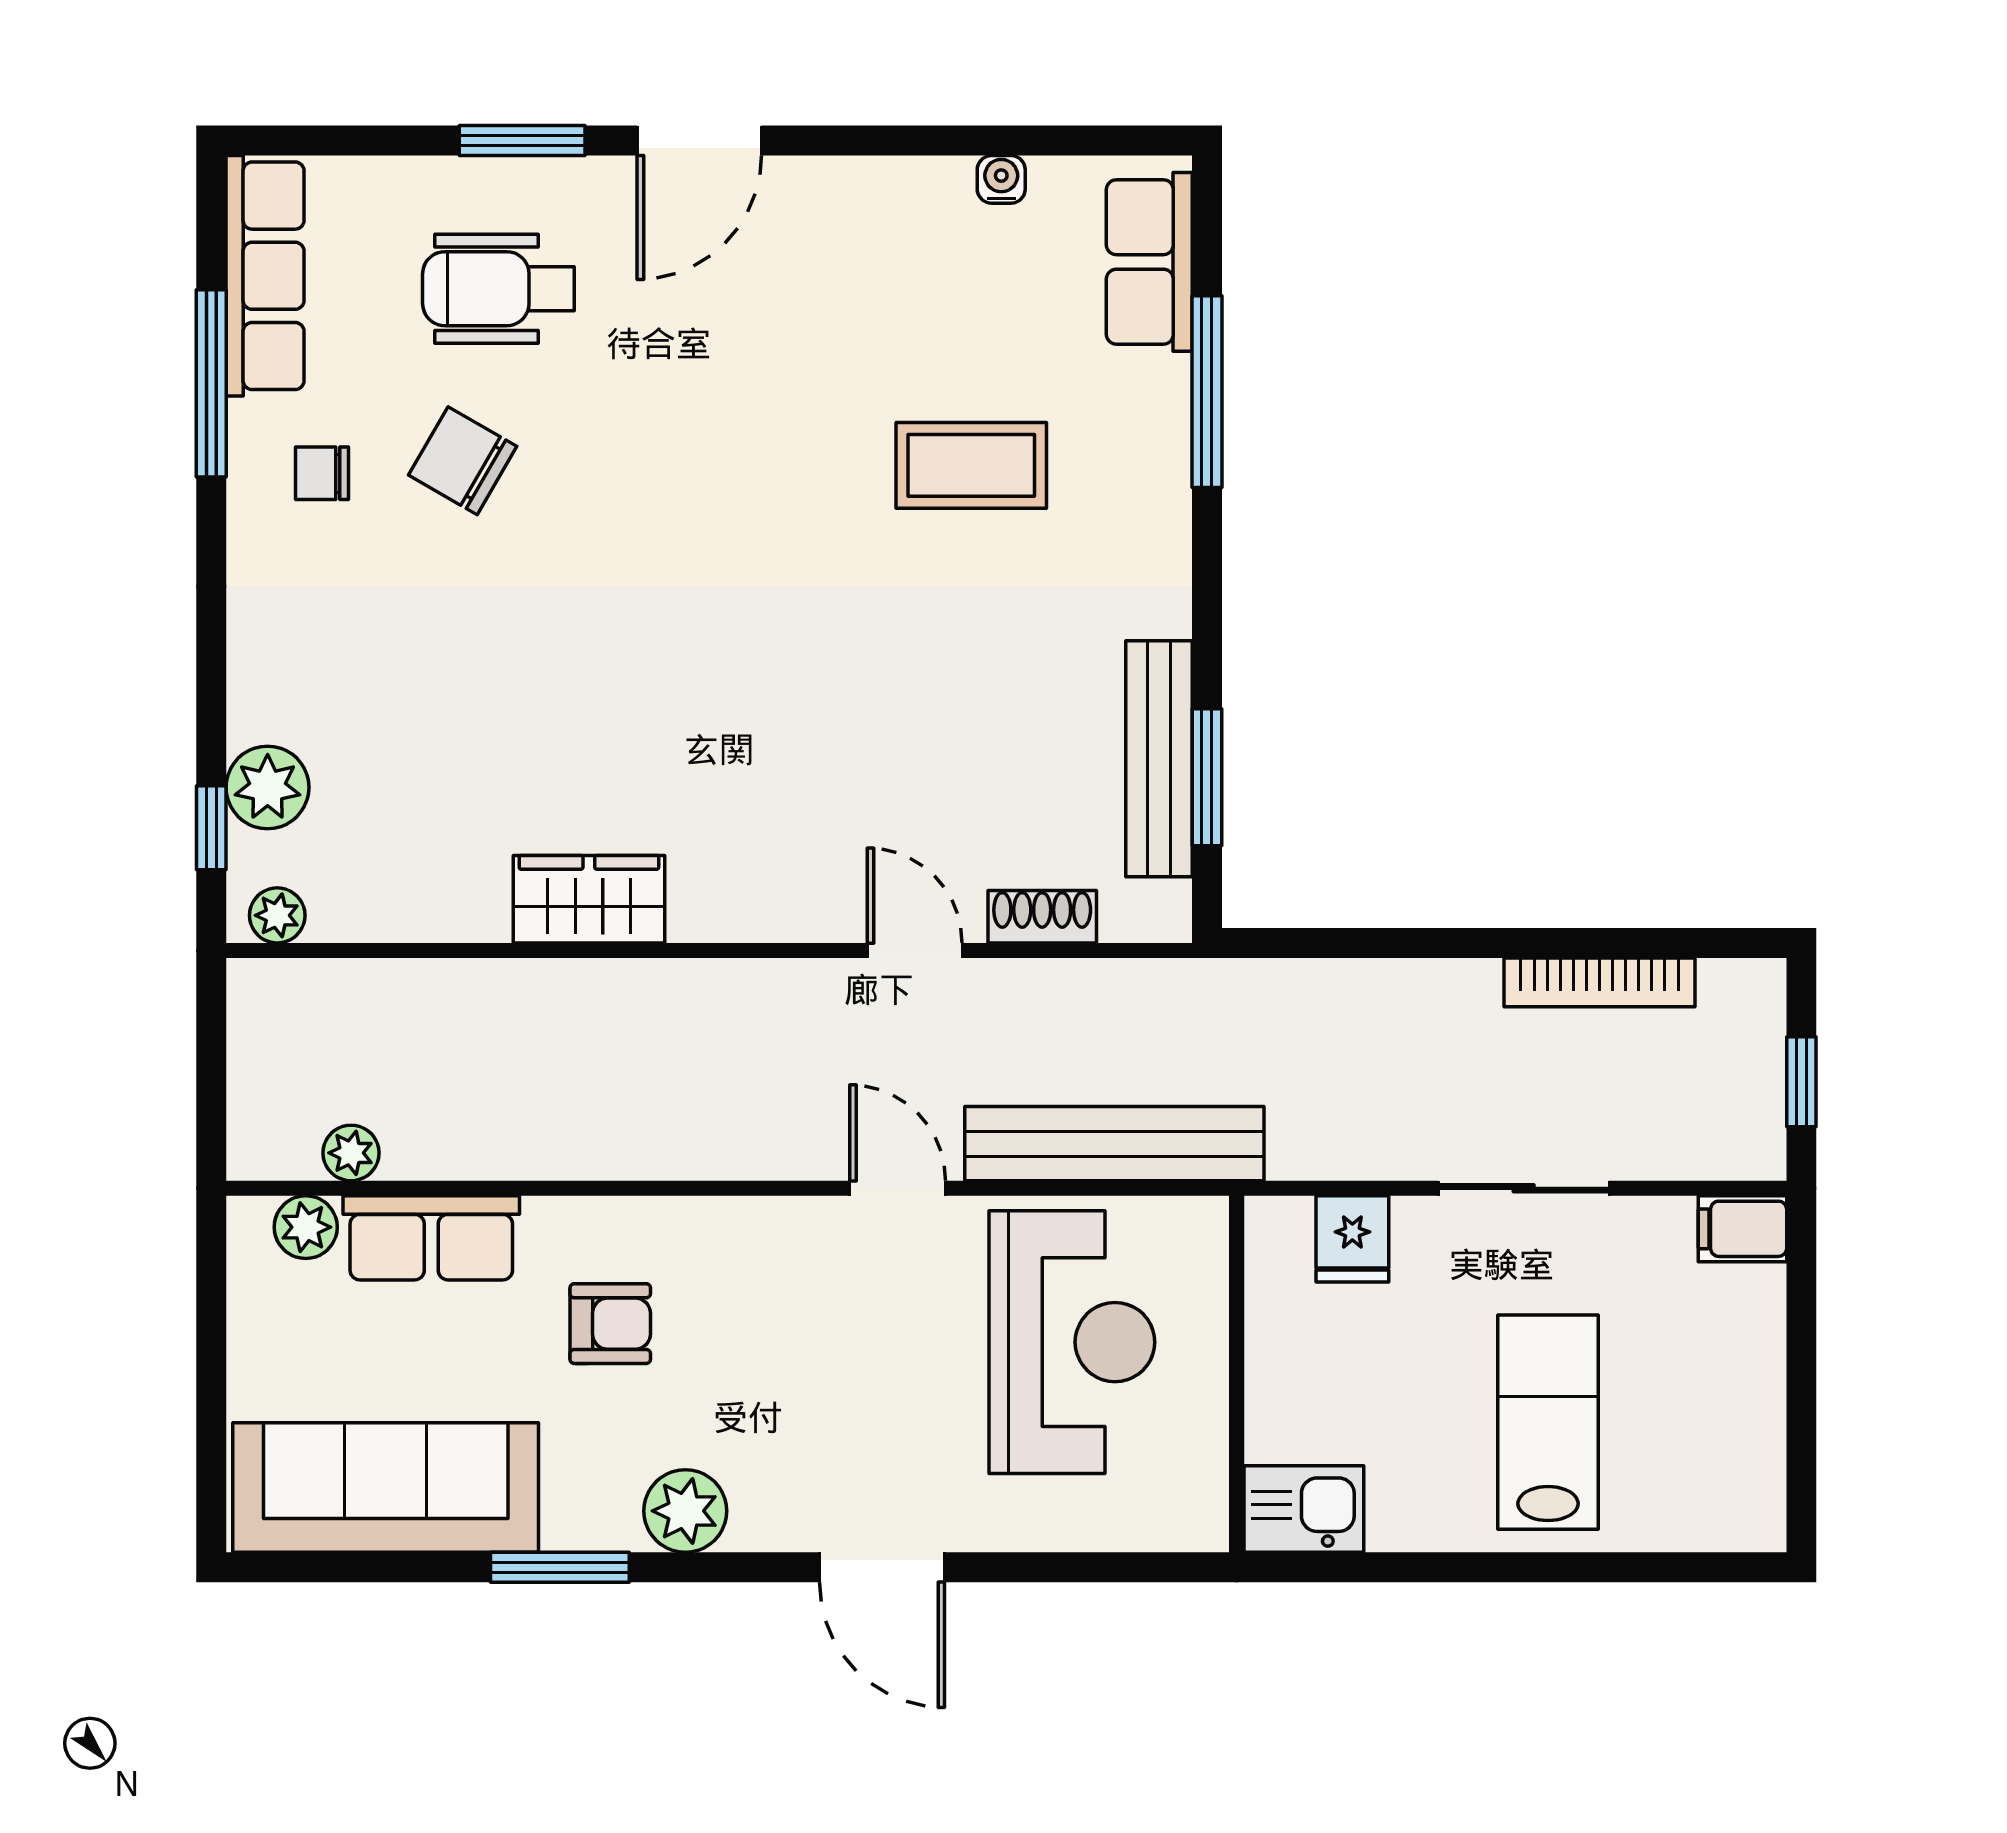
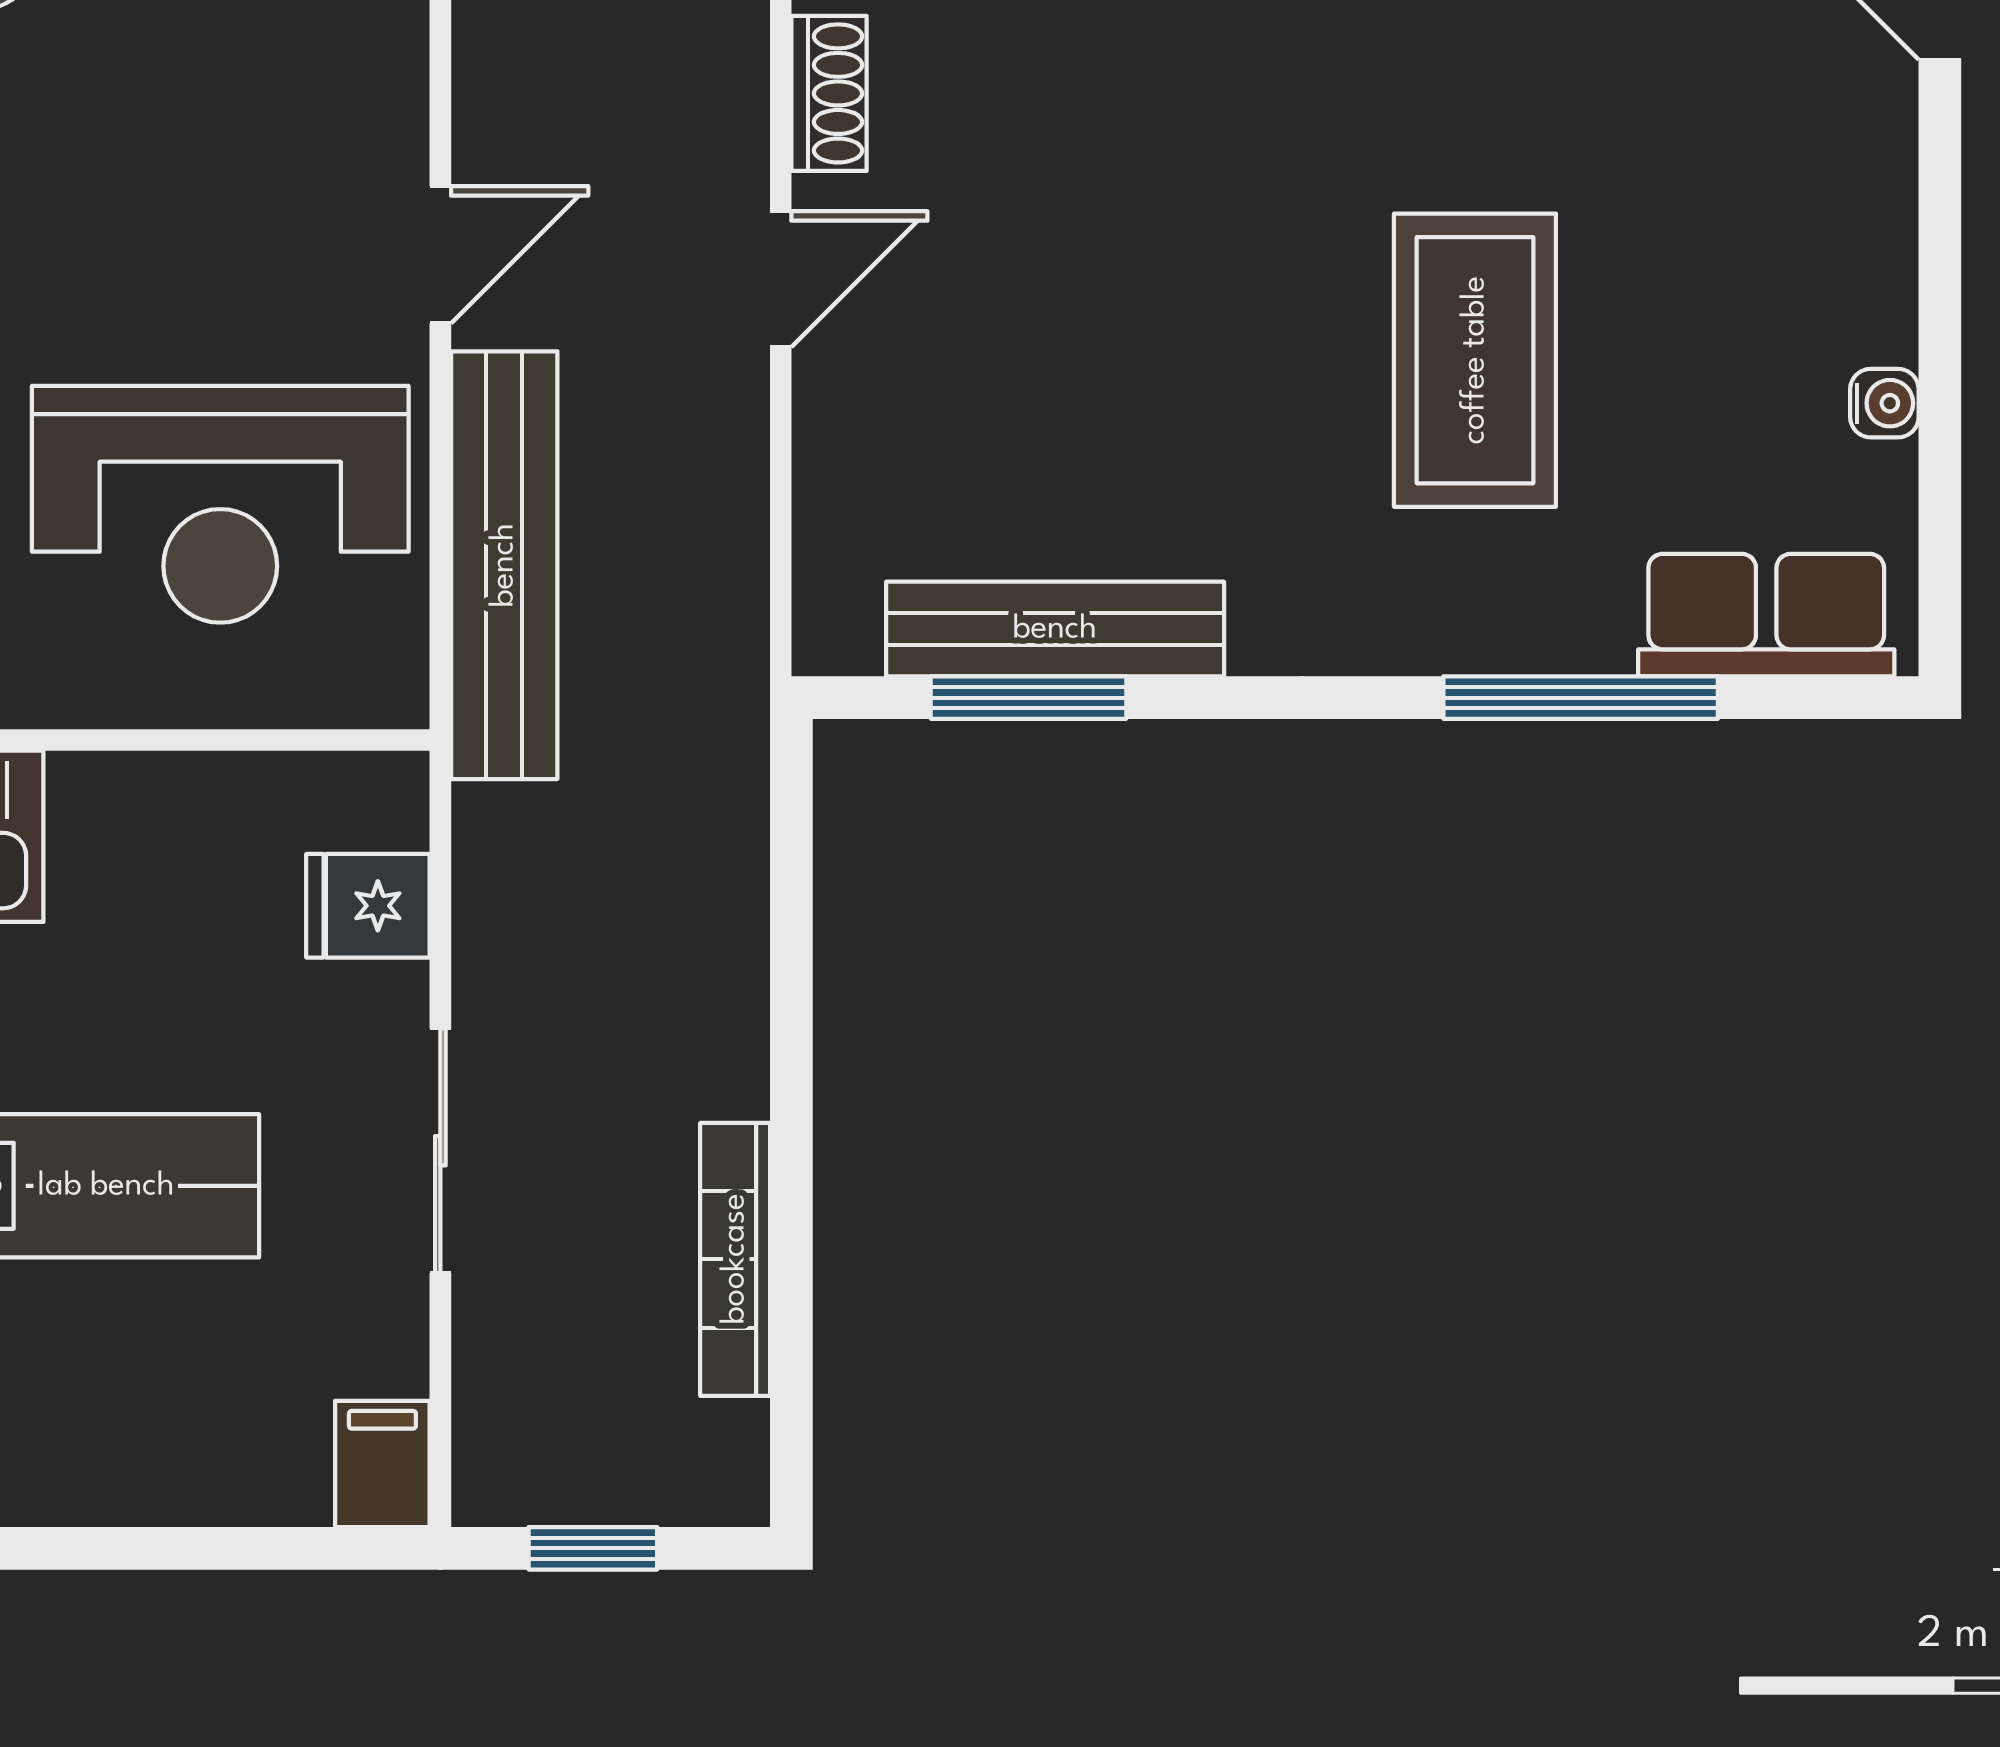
coffee table: (971, 465) -> (1475, 360), width x1.36, depth x1.32
shoe rack: (1042, 917) -> (829, 93), moved

